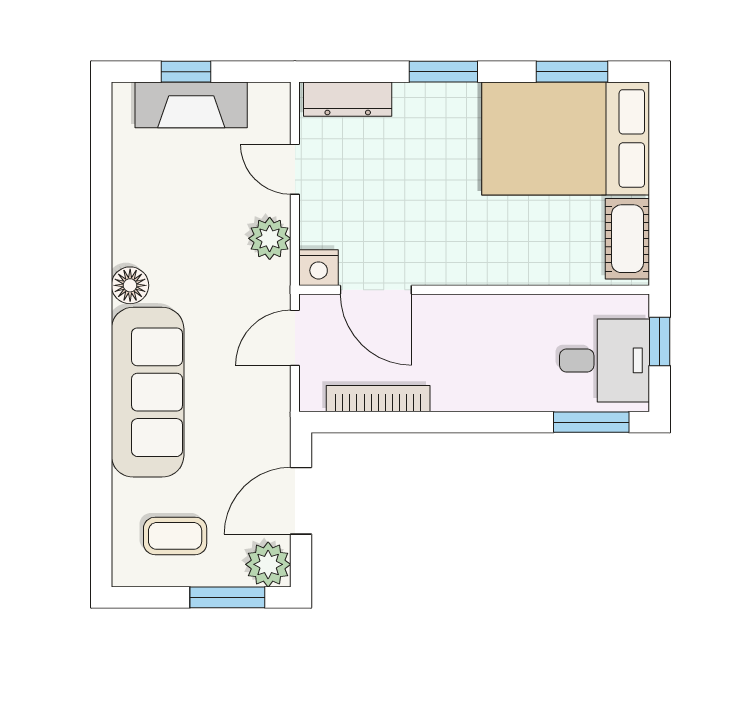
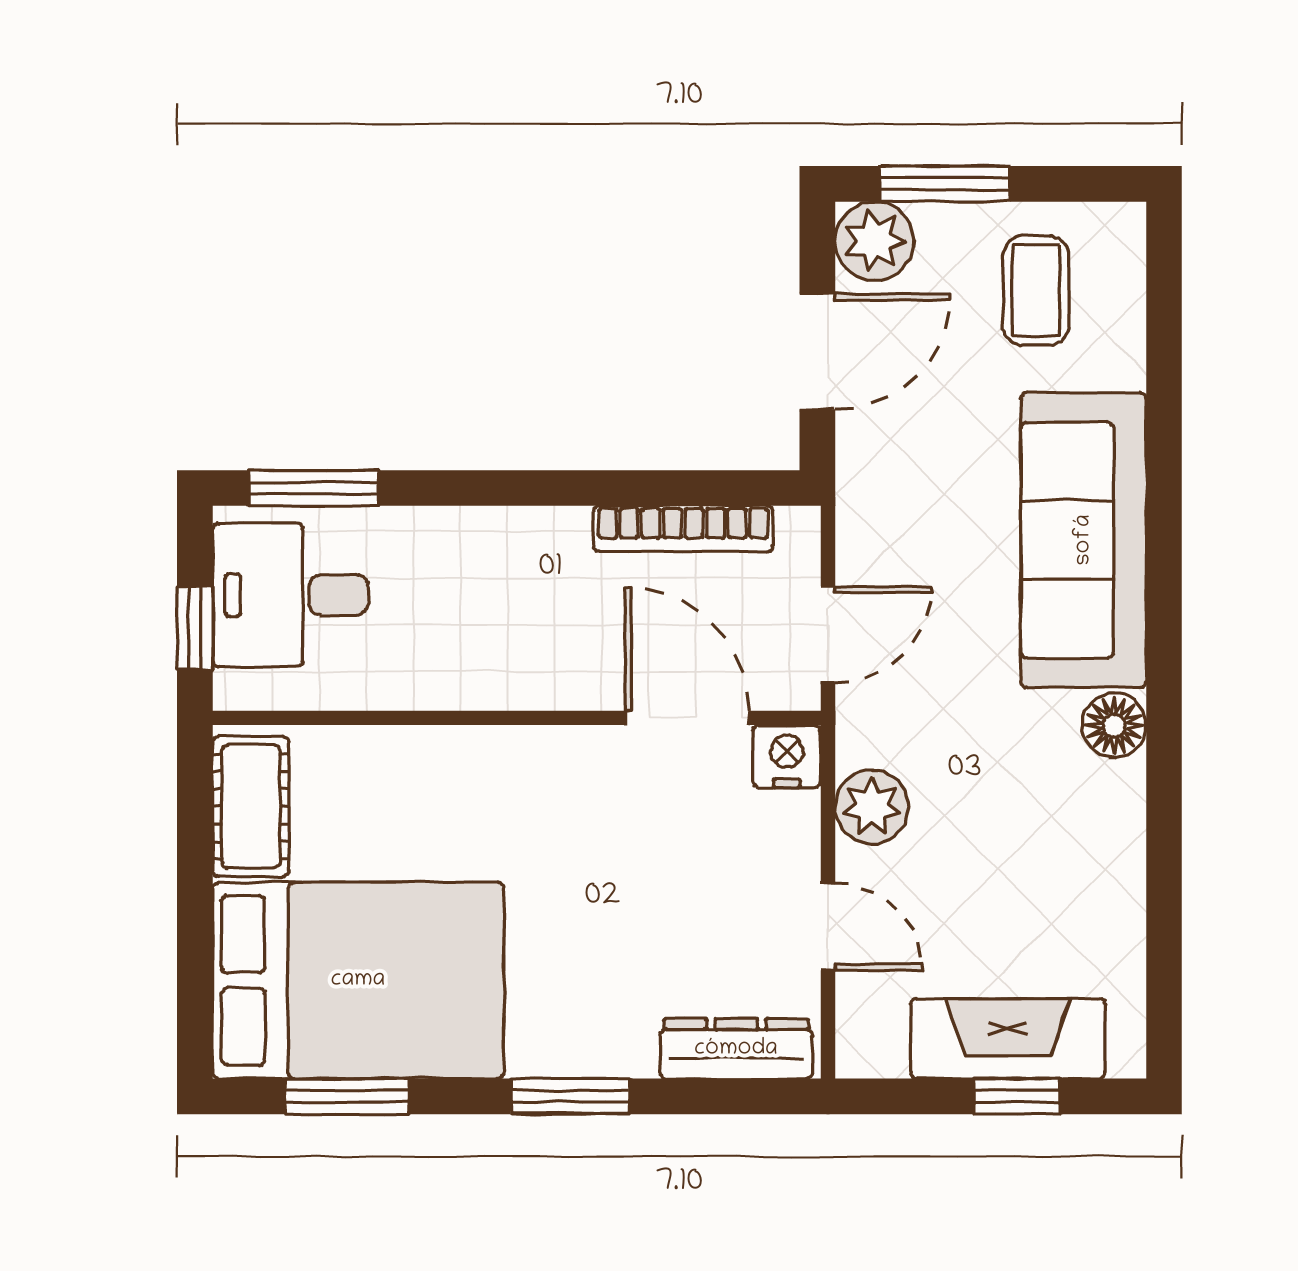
coffee table: (175, 536) -> (1036, 291), turned 90

